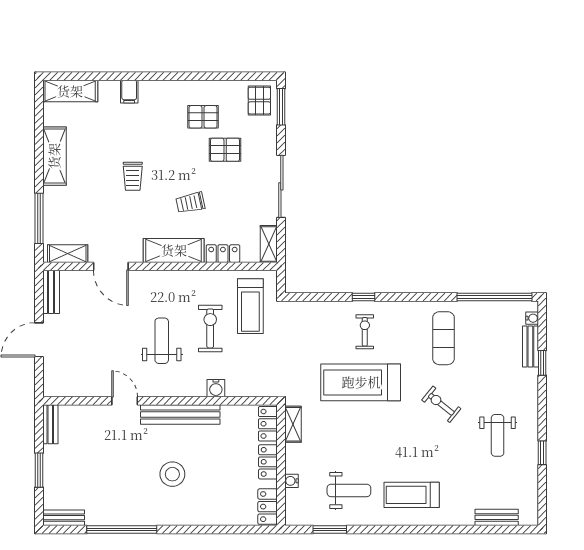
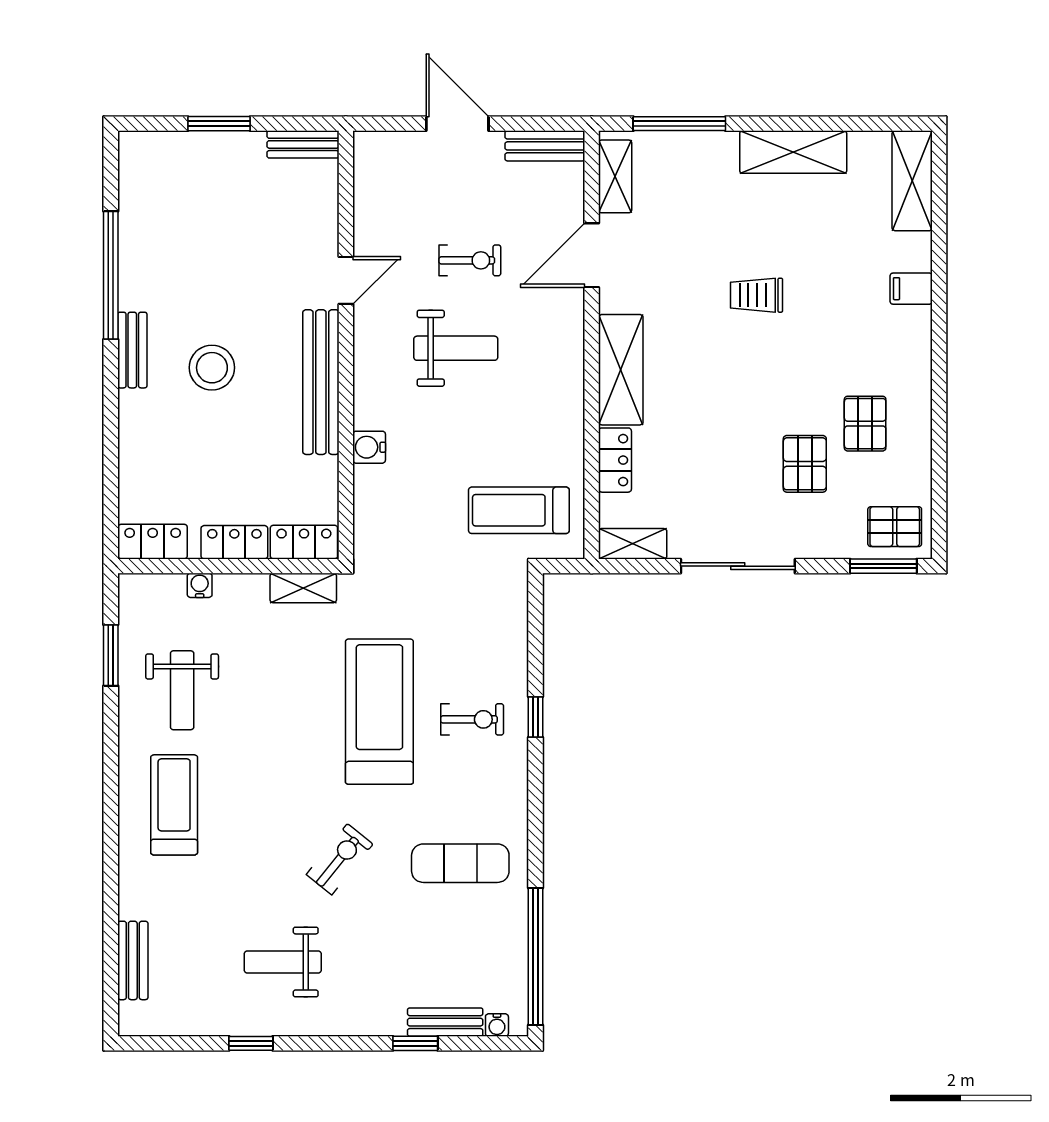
trolley: (190, 203) -> (708, 401), removed
exercise bike: (210, 328) -> (470, 260), moved, width x0.73, depth x0.72
bench: (64, 518) -> (132, 350), moved

